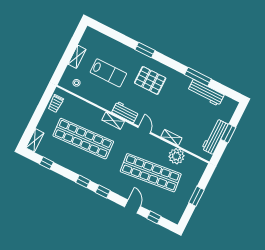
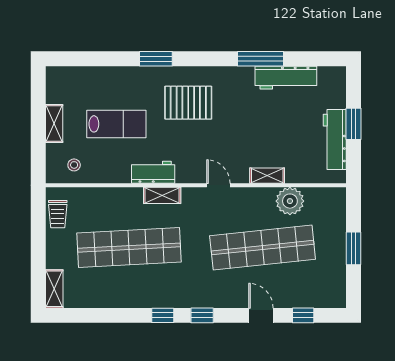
workbench: (125, 112) -> (153, 172), moved
window: (46, 163) -> (91, 315), removed

